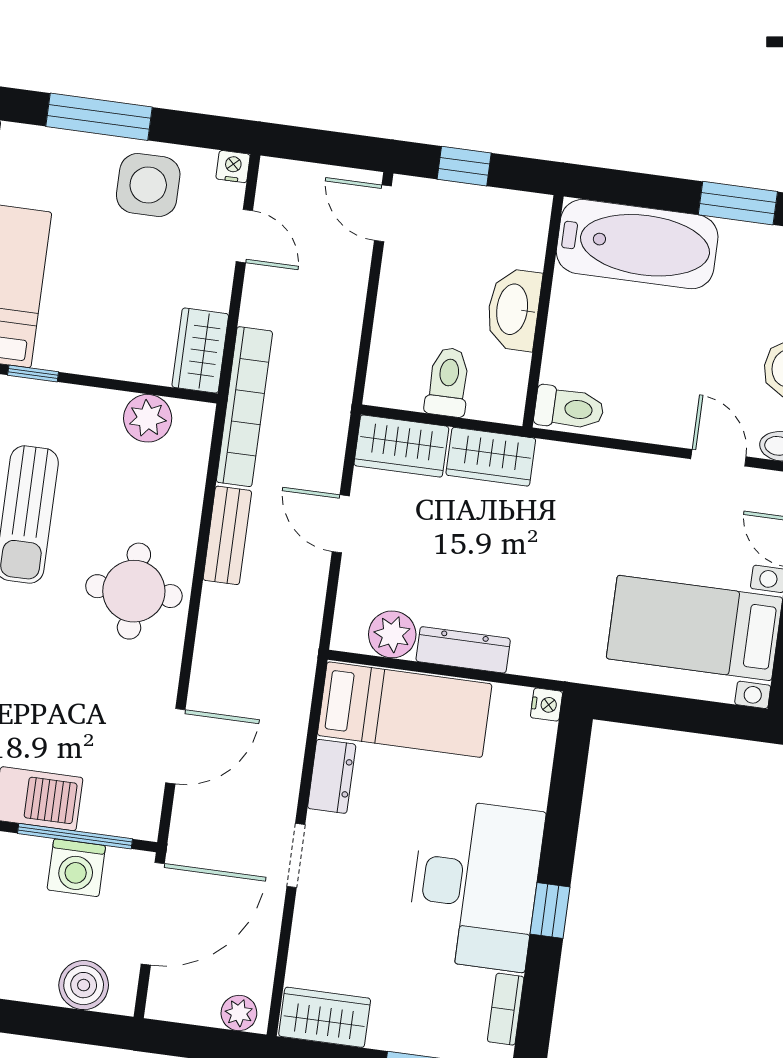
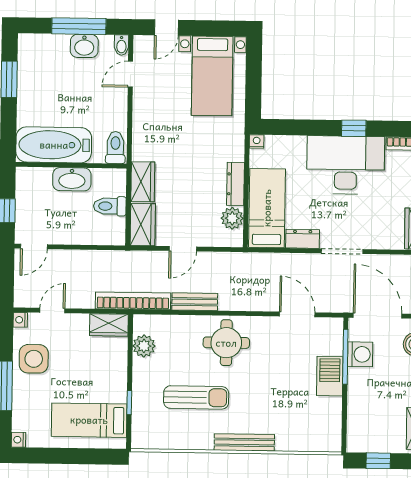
bathtub: (637, 244) -> (54, 145), moved, turned -90
doorway: (296, 856) -> (342, 251), width x1.38

